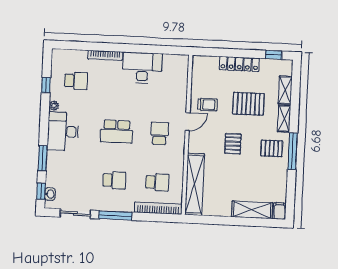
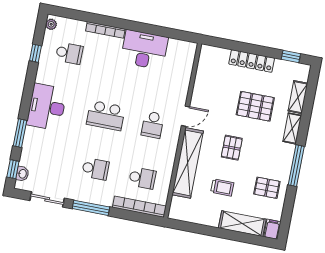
trolley: (207, 105) -> (222, 187), moved
plant: (54, 106) -> (51, 24), moved
school desk: (160, 134) -> (153, 125), turned 180
pallet: (272, 148) -> (267, 188), moved
shelving: (195, 184) -> (188, 163), moved

